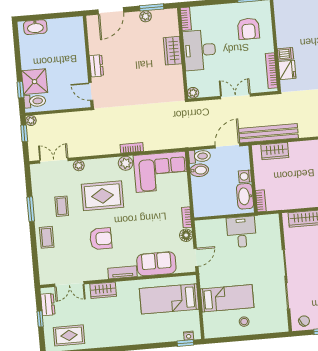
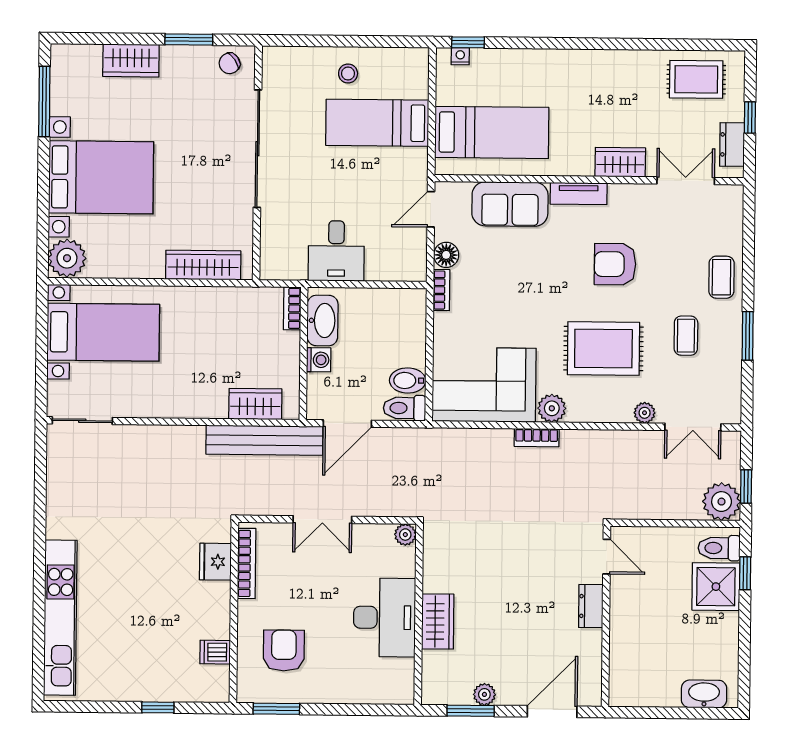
bookcase: (186, 19) -> (406, 682), removed
dishwasher: (285, 54) -> (215, 652), moved
plant: (31, 121) -> (722, 502), width x1.88, depth x1.88

